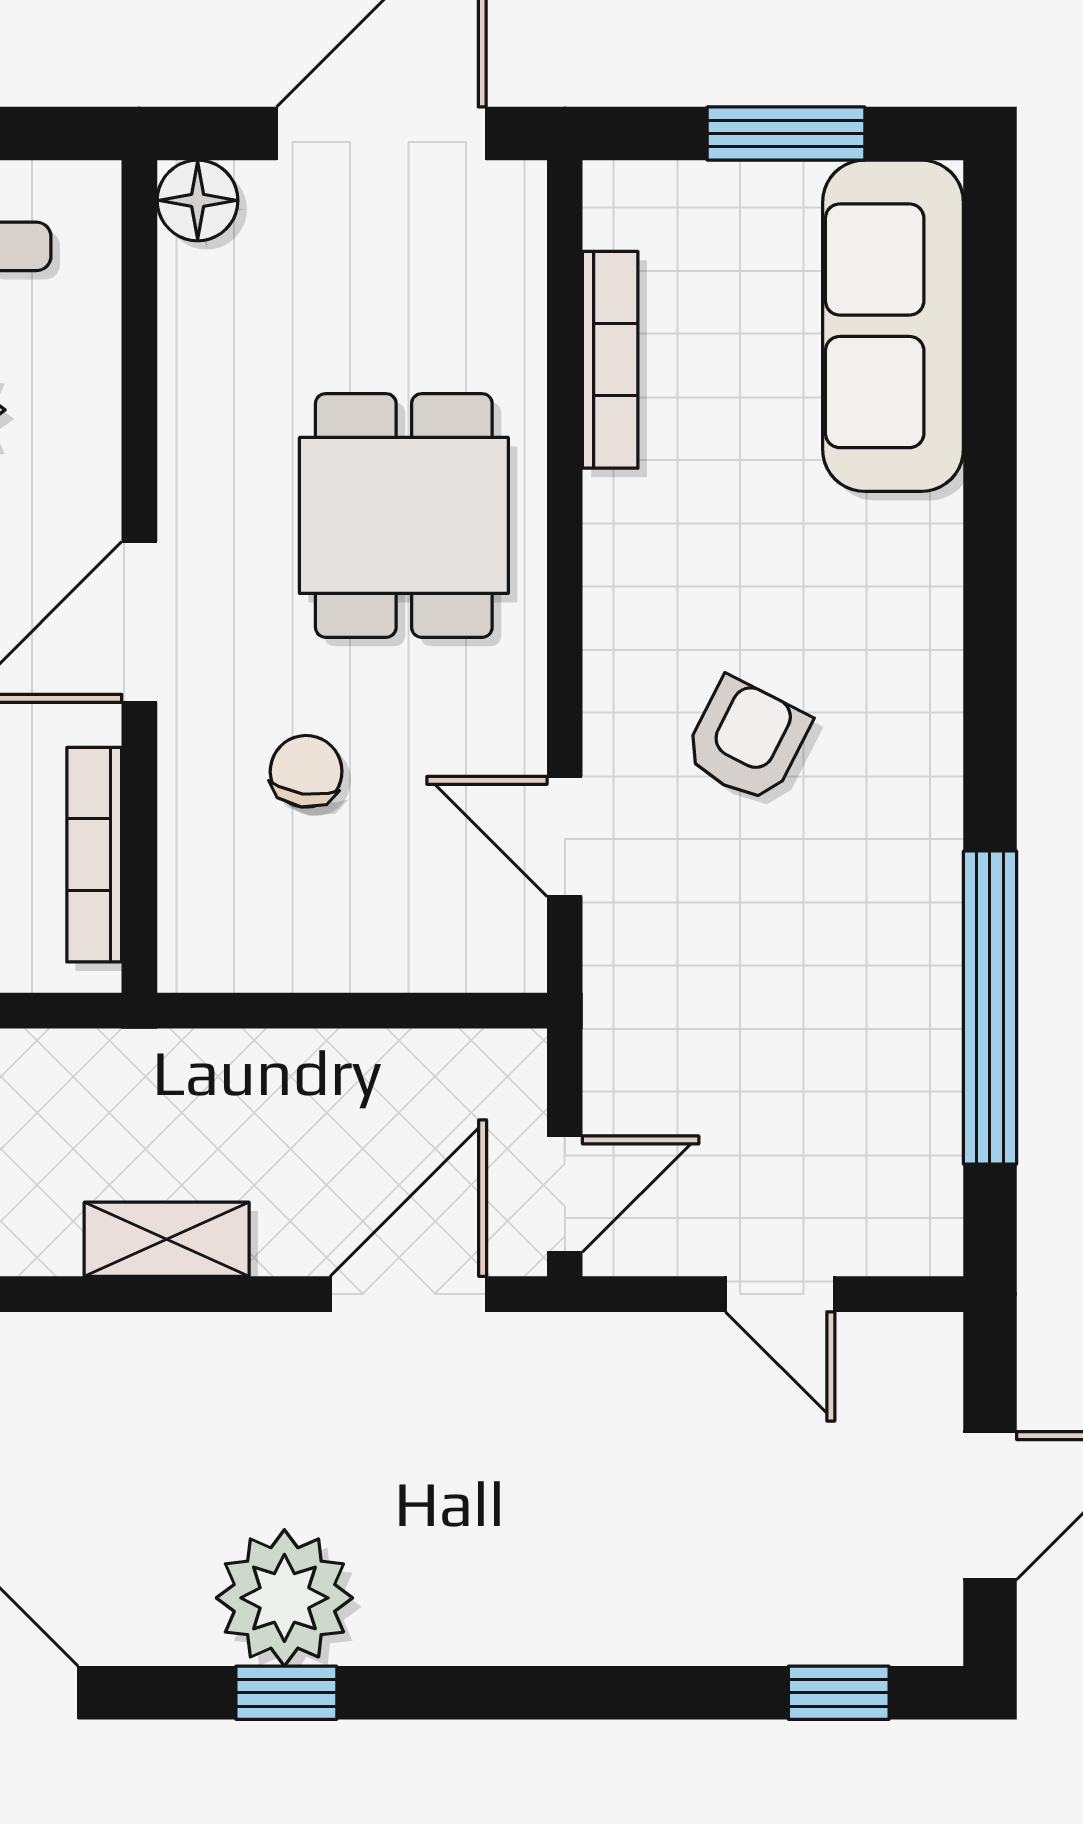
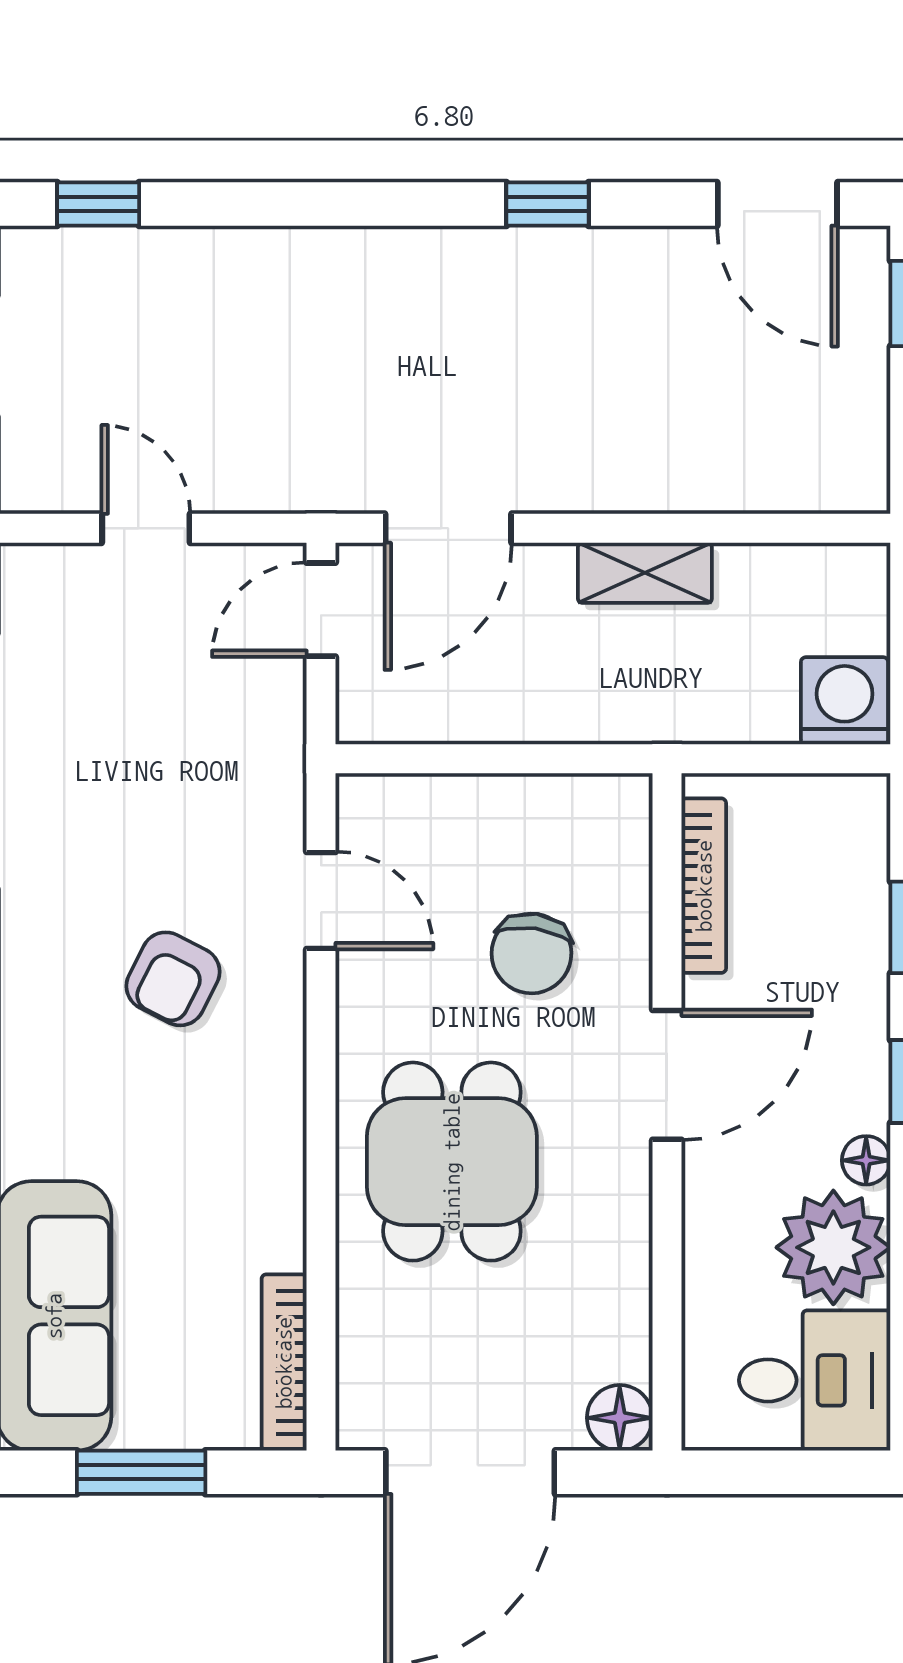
bookcase: (610, 360) -> (284, 1363), moved
chair: (306, 771) -> (531, 953), width x1.37, depth x1.37
plant: (284, 1598) -> (549, 281), removed

